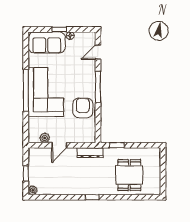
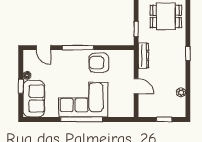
plant: (45, 138) -> (129, 101), removed
plant: (33, 190) -> (181, 92), moved

